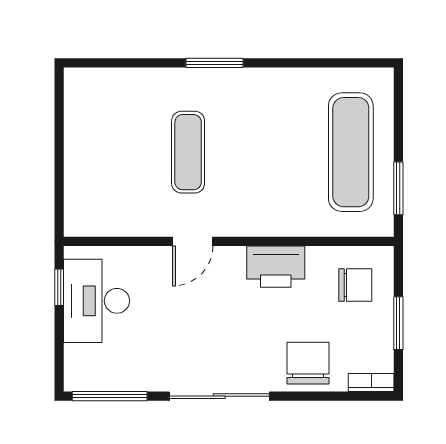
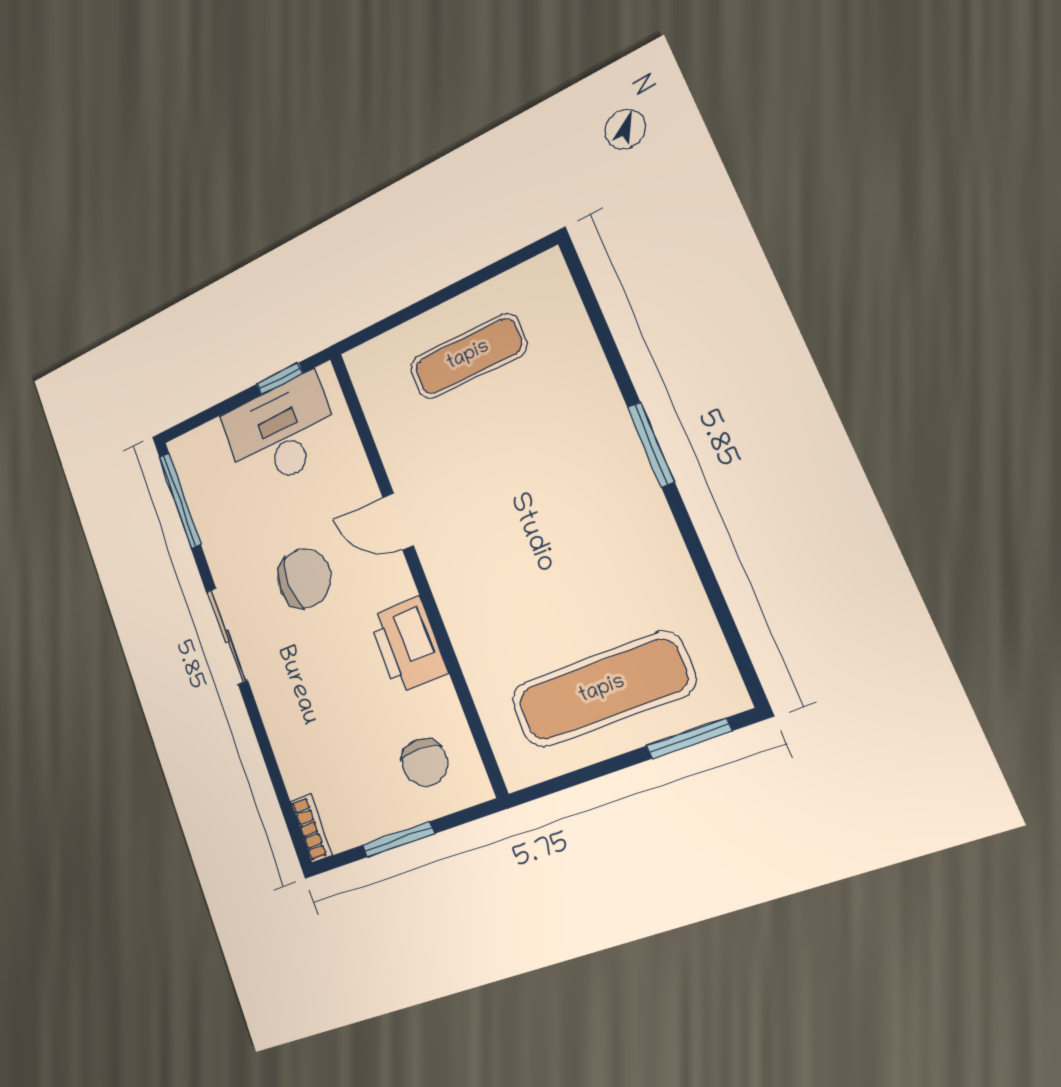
exercise mat: (188, 152) -> (468, 356), moved
window: (398, 188) -> (689, 738), moved
chair: (308, 363) -> (304, 578), moved
sliding door: (219, 396) -> (227, 636), width x0.73

